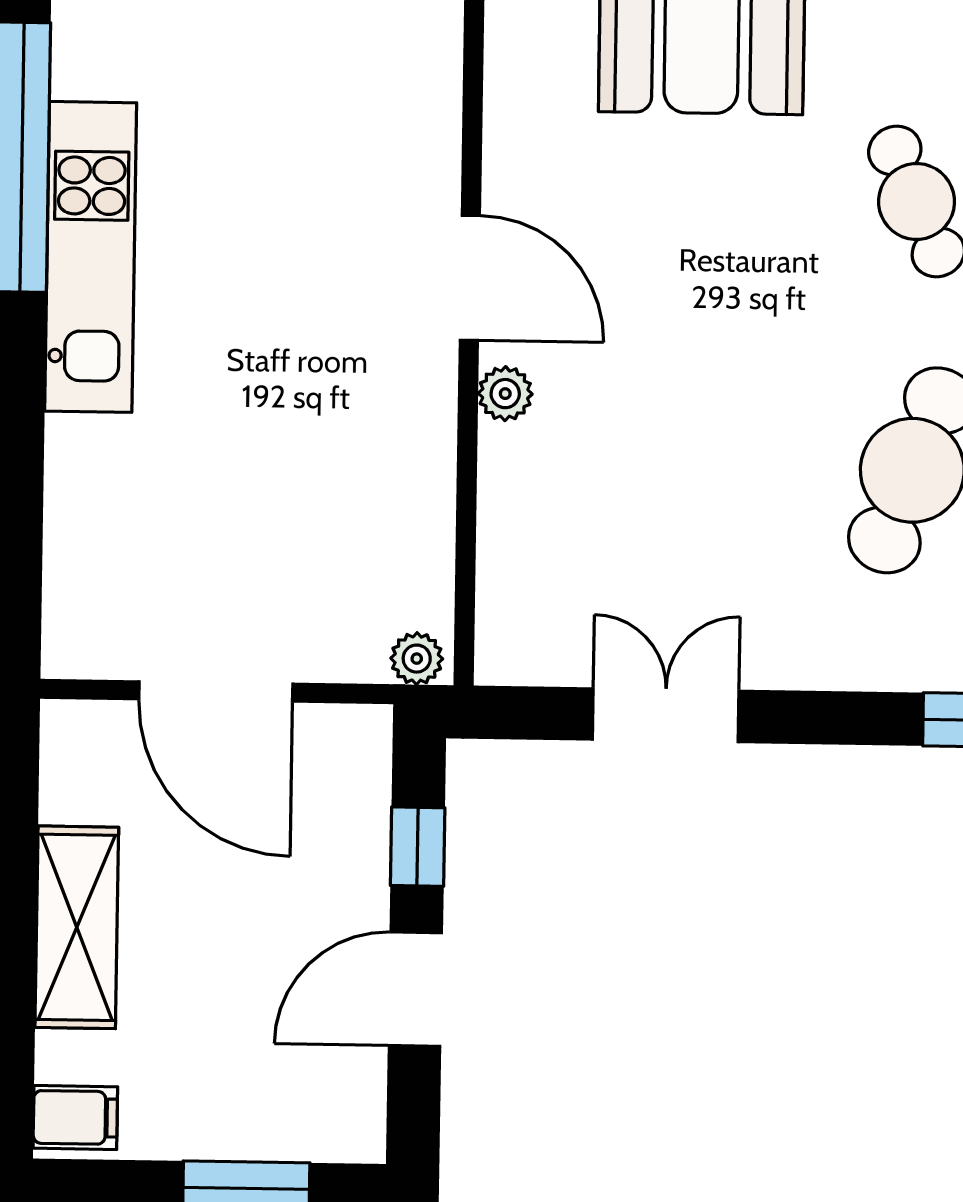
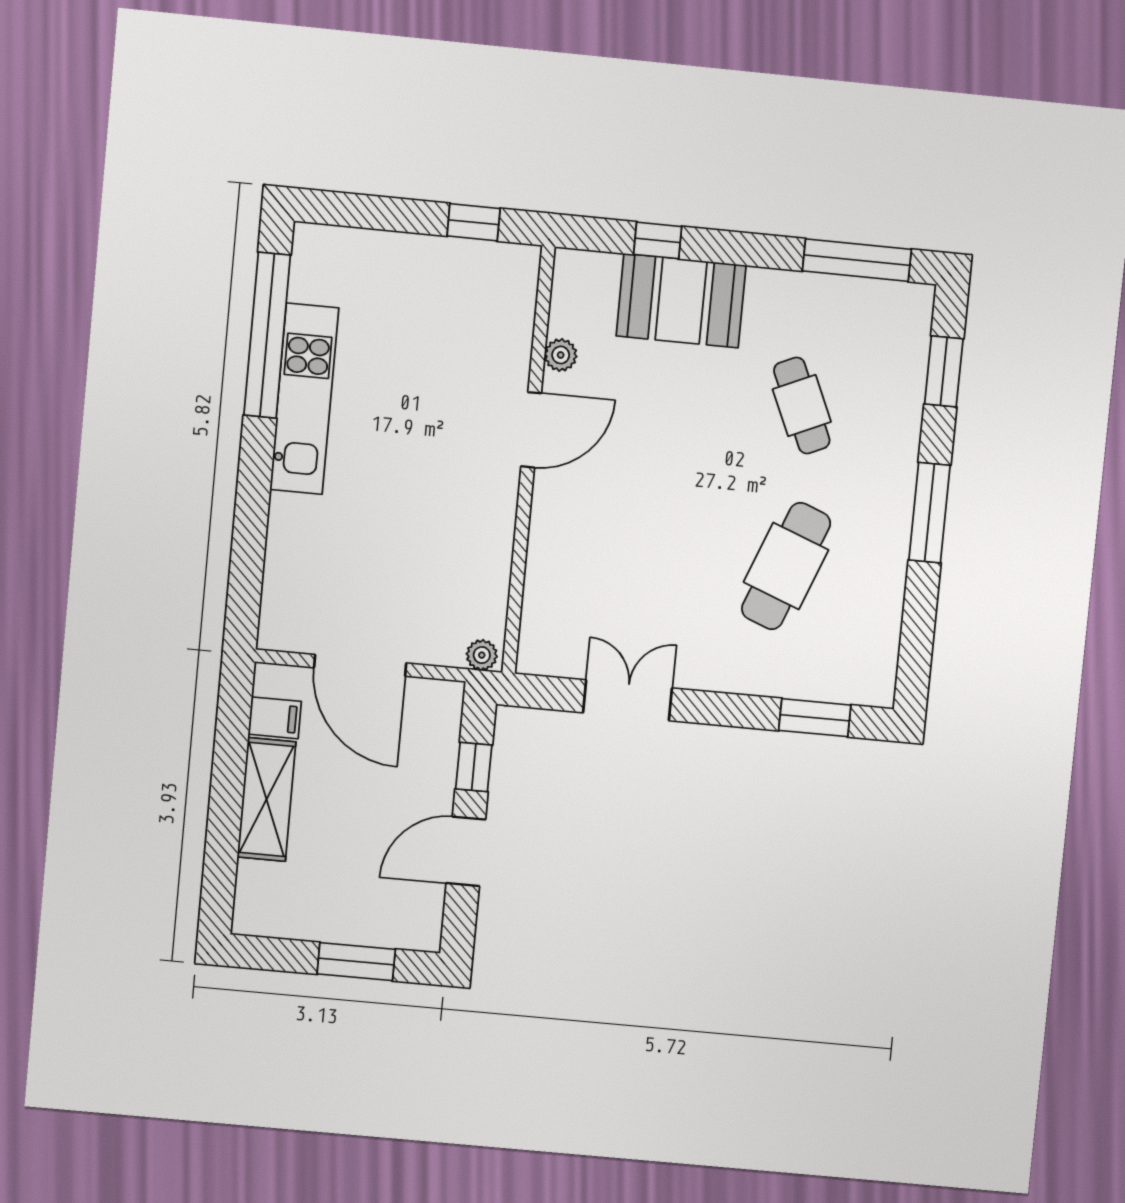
door: (470, 278) -> (531, 430), hinge flipped
plant: (505, 394) -> (561, 355), moved
filing cabinet: (75, 1117) -> (275, 718), moved

